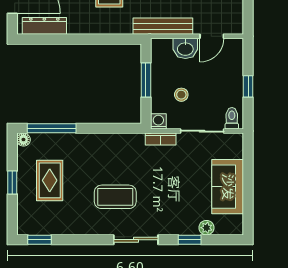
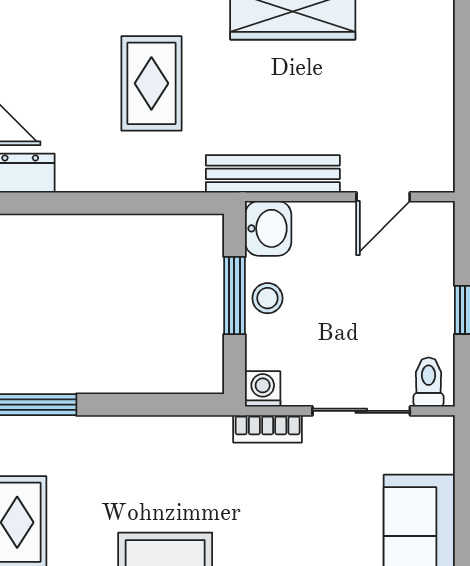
washbasin: (185, 48) -> (268, 228), moved, turned -90
stool: (181, 95) -> (267, 298), moved

